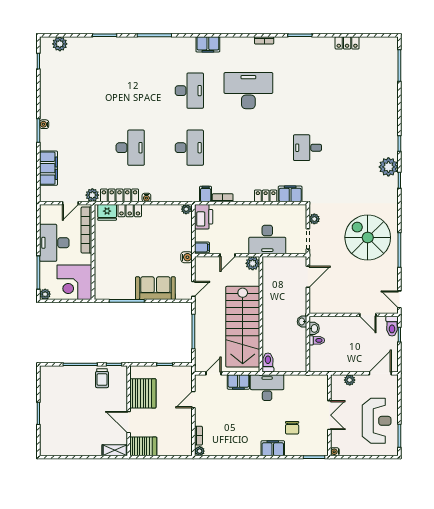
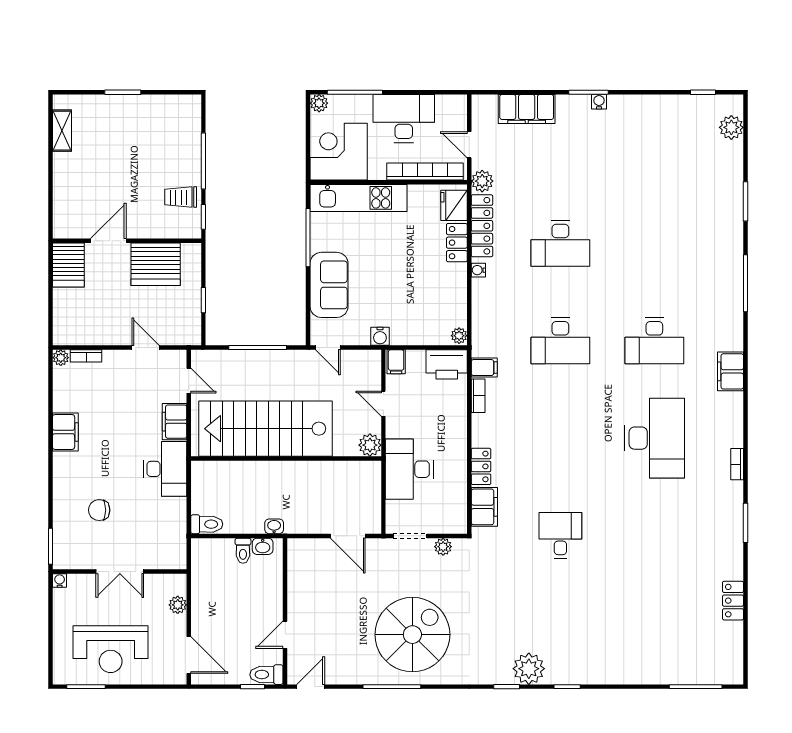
kitchen unit: (103, 270) -> (358, 198), added
toilet: (268, 362) -> (207, 524), moved
filing cabinet: (273, 448) -> (65, 432), moved
shelving: (115, 450) -> (62, 131), moved

